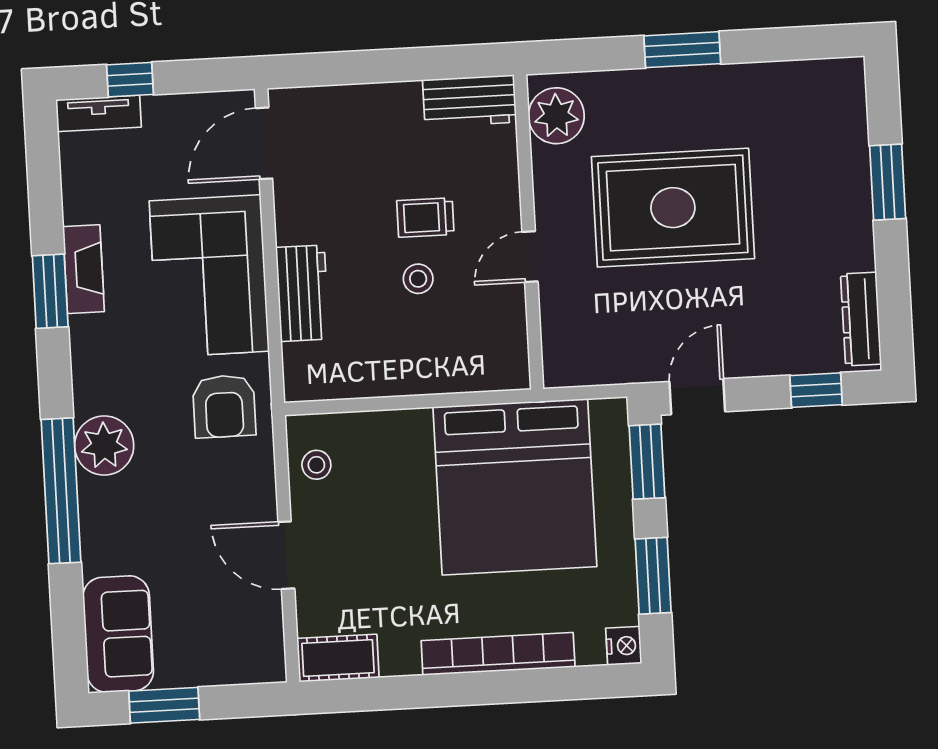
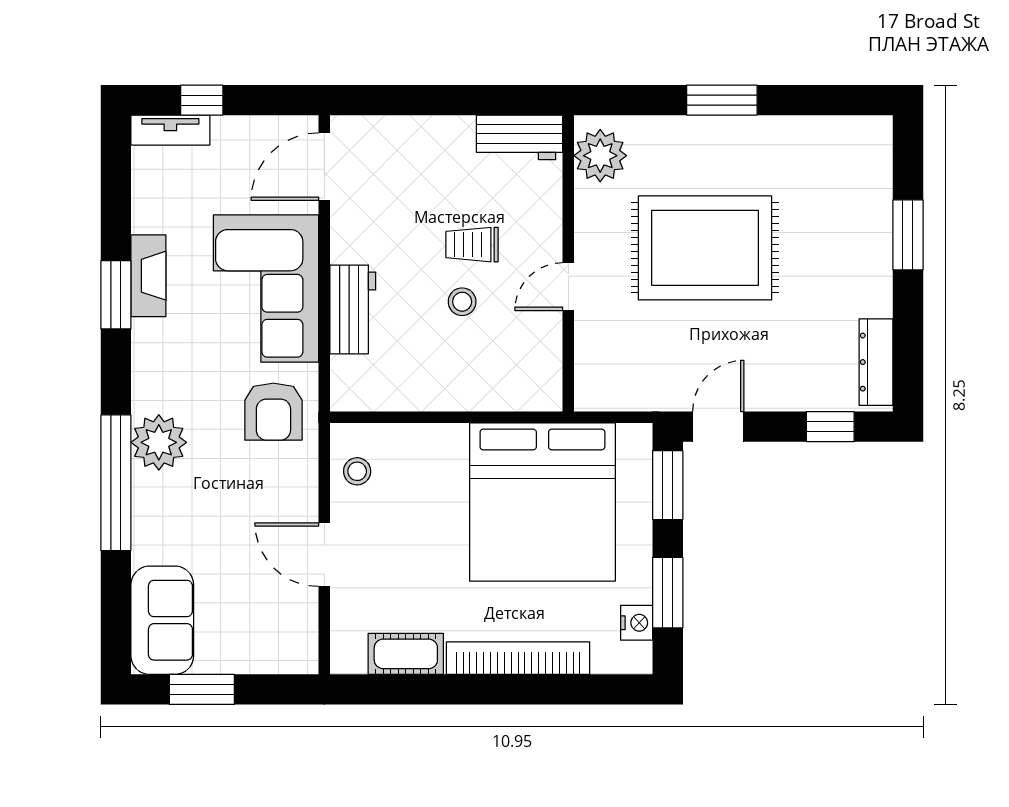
nightstand: (624, 646) -> (637, 623), moved
cot: (338, 658) -> (406, 654), moved

